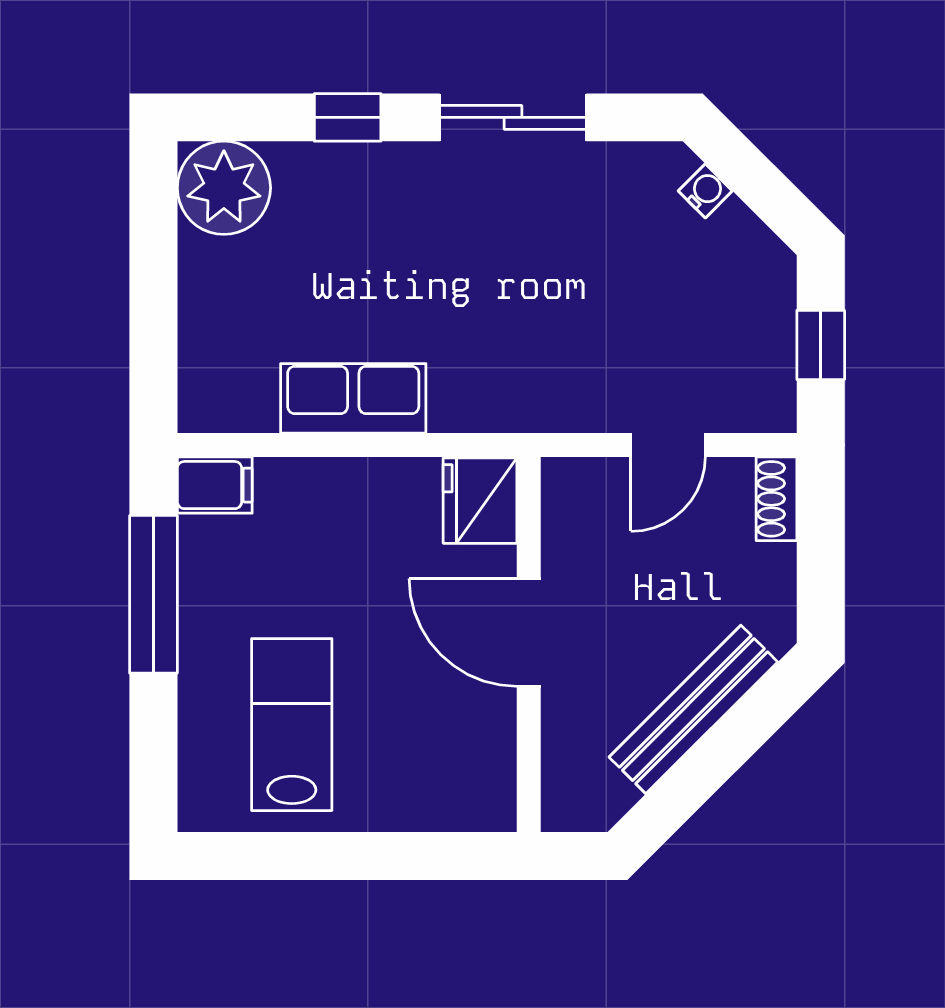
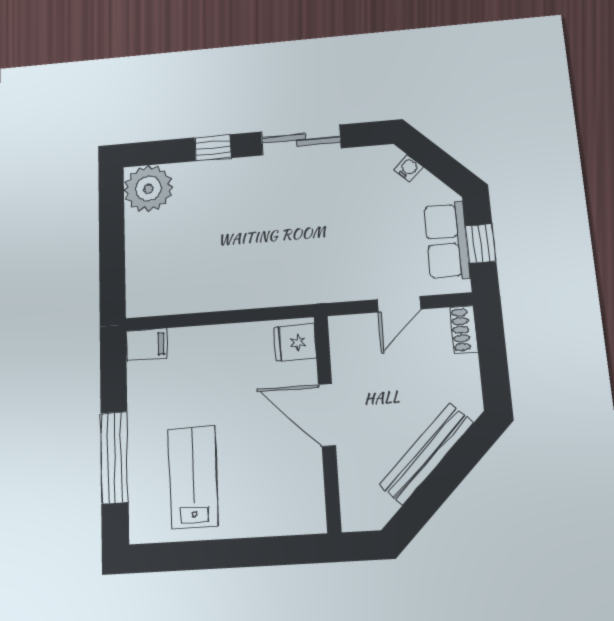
row of seats: (353, 398) -> (447, 241), moved, turned -90
fridge: (480, 501) -> (295, 343), width x0.72
window: (153, 594) -> (114, 457), moved

